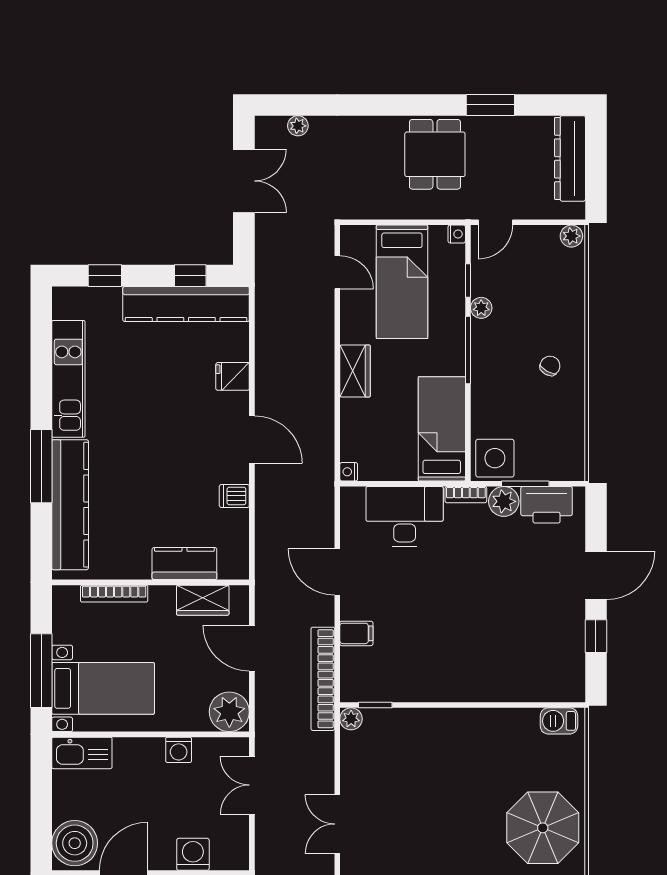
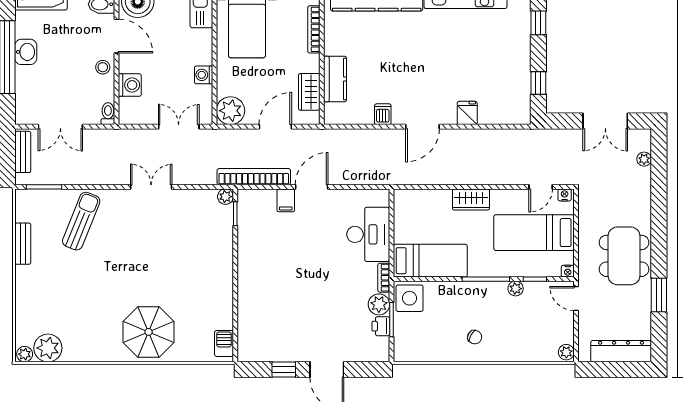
dining table: (435, 154) -> (624, 256), width x1.38
kitchen counter: (186, 304) -> (518, 80), removed
nightstand: (349, 472) -> (565, 195), moved
printer: (547, 505) -> (381, 326), width x0.53, depth x0.68
door: (337, 572) -> (312, 187), moved

